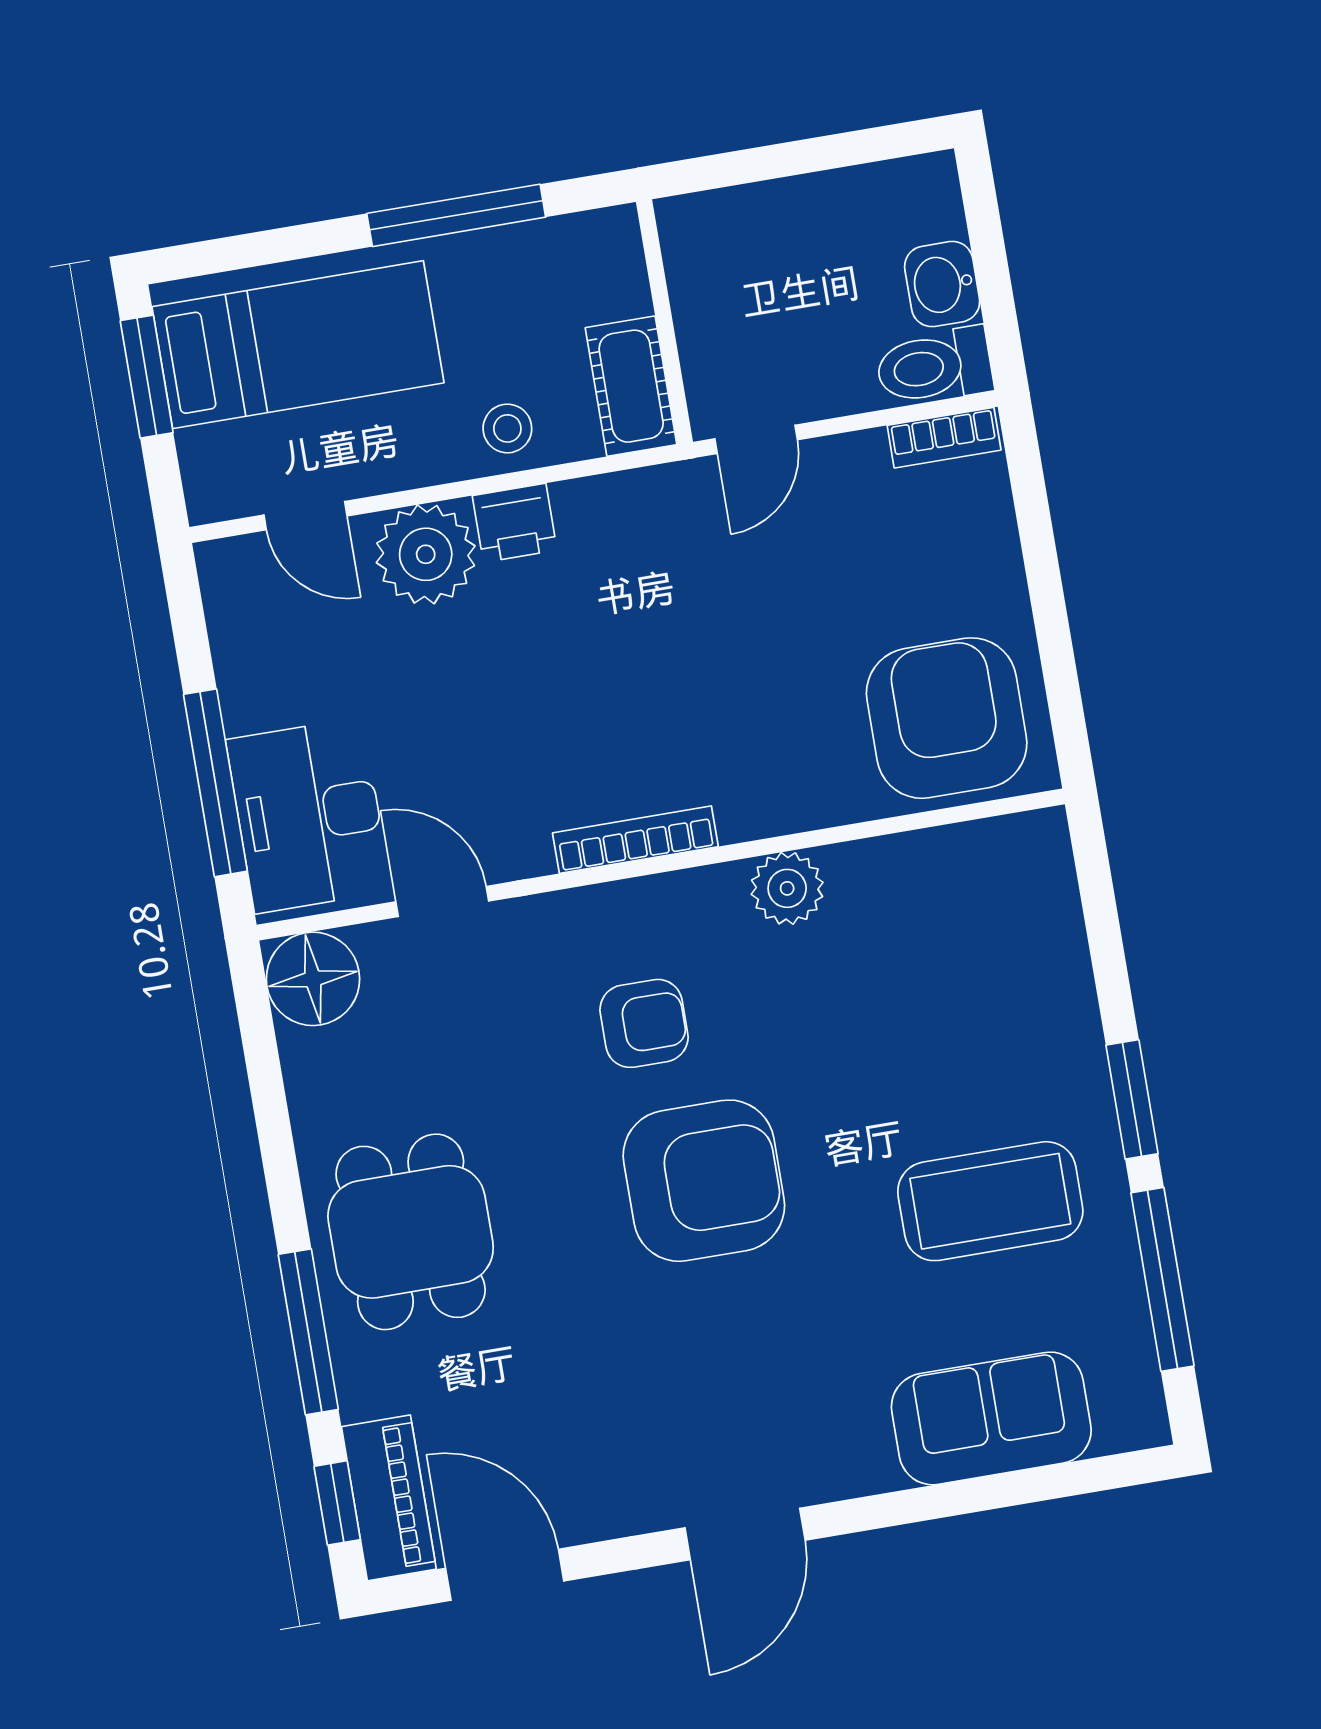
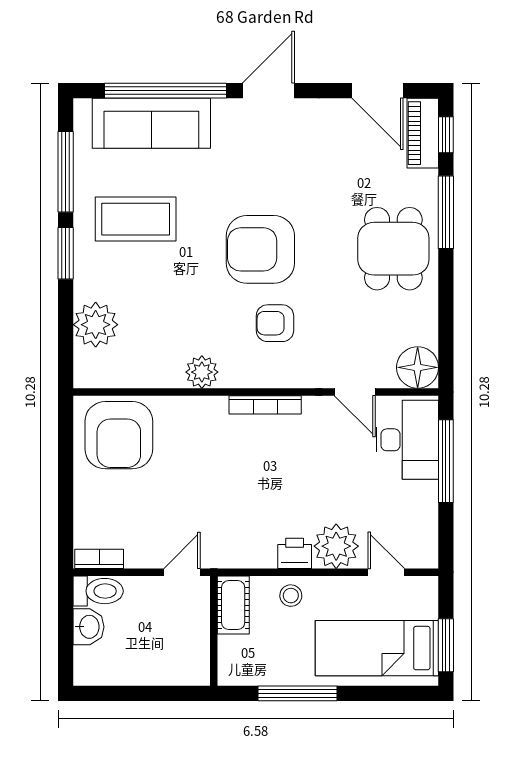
plant: (1039, 953) -> (96, 325), added
sofa: (991, 1418) -> (151, 123), width x1.36
window: (972, 1496) -> (165, 91), added

